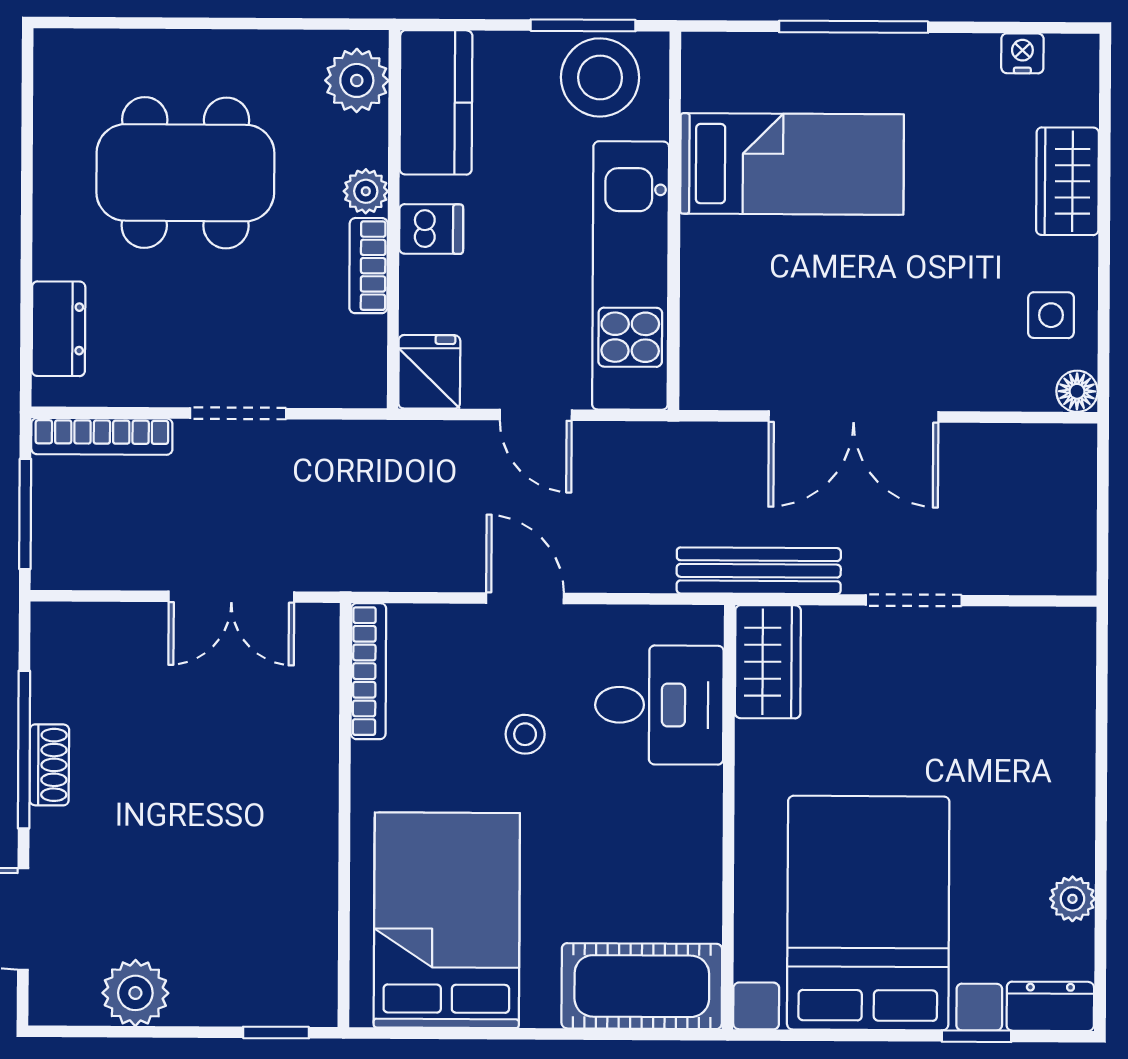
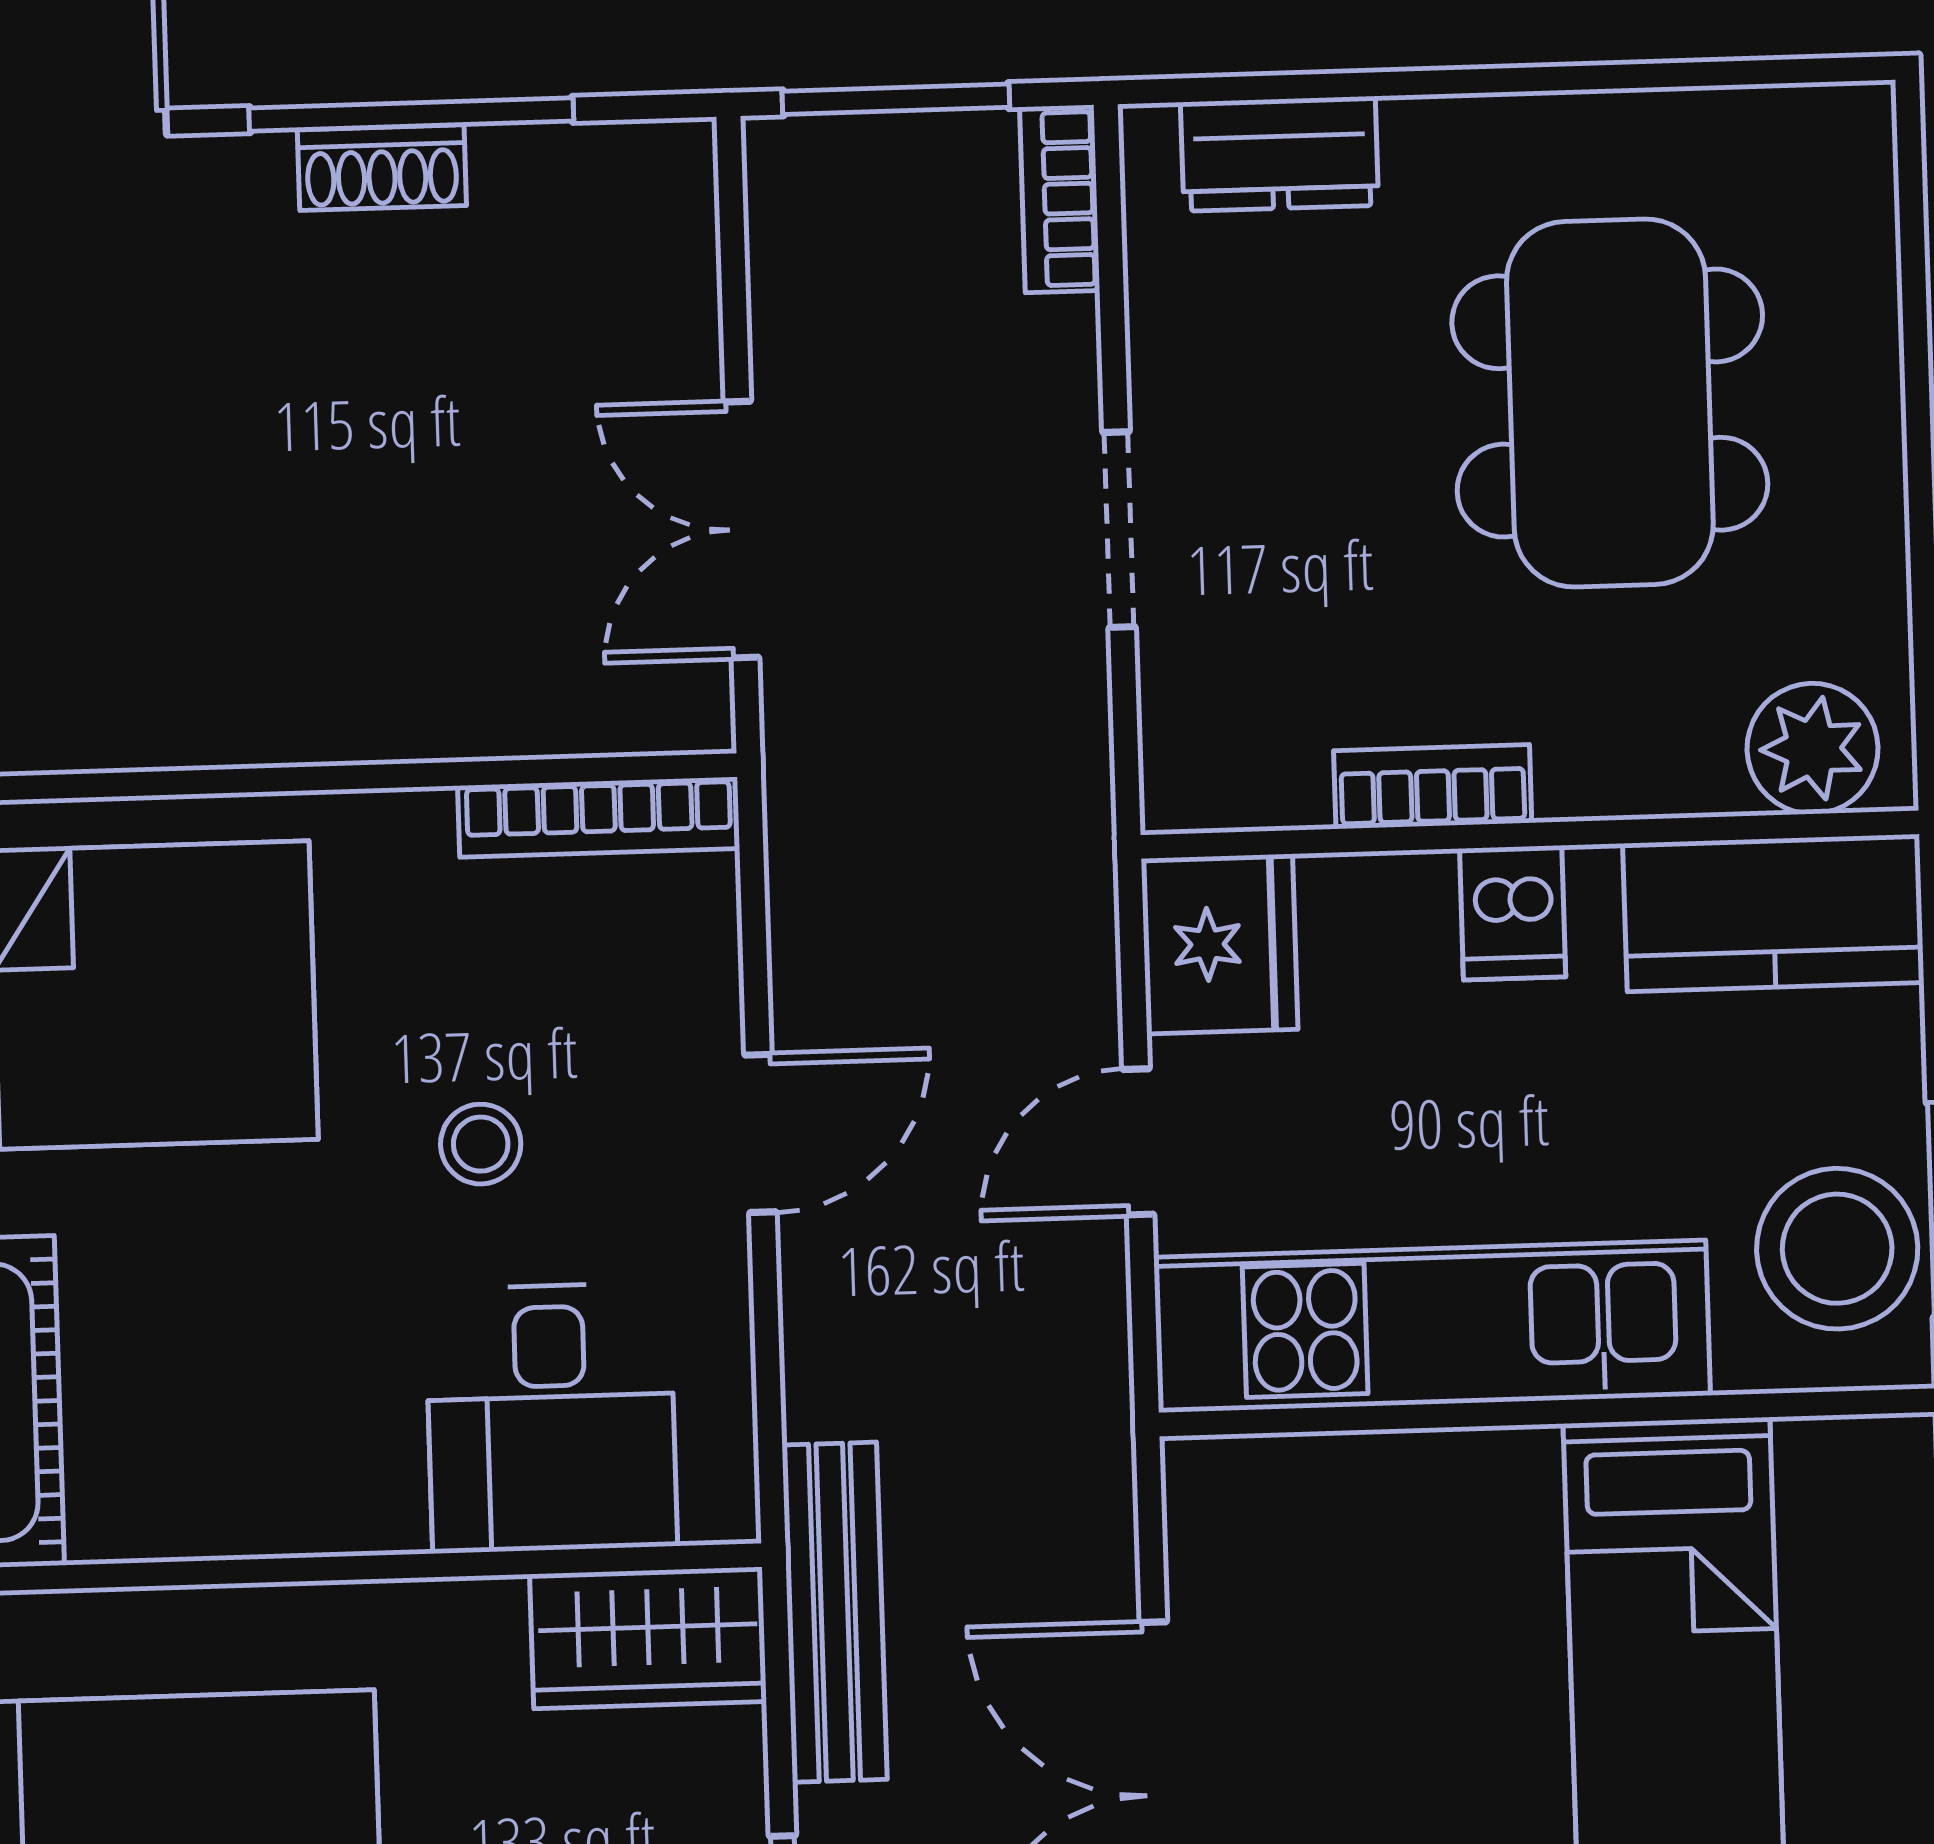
plant: (366, 191) -> (1585, 775), removed
fridge: (429, 372) -> (1220, 944), width x1.38
bookcase: (102, 436) -> (1060, 199), width x0.64

